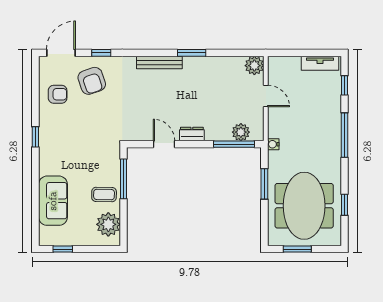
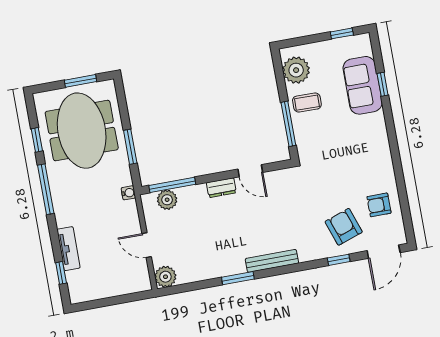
tv unit: (320, 63) -> (69, 249), moved, turned 90
window: (344, 135) -> (46, 189), moved
window: (35, 137) -> (383, 84), moved

